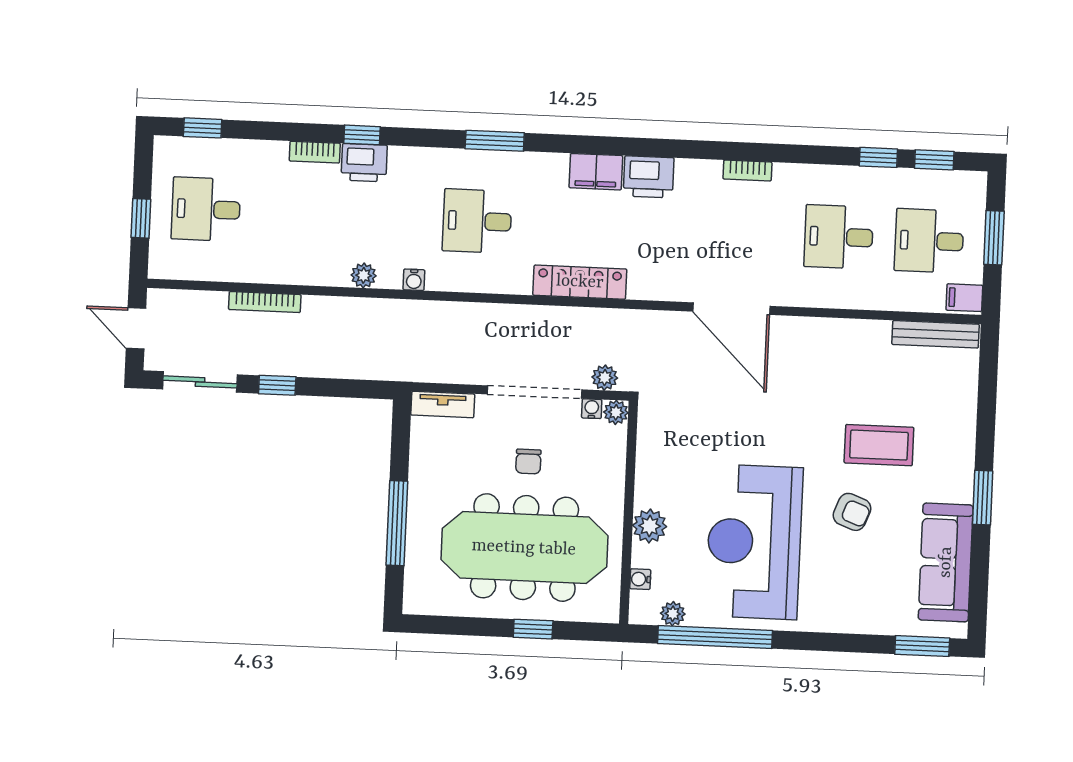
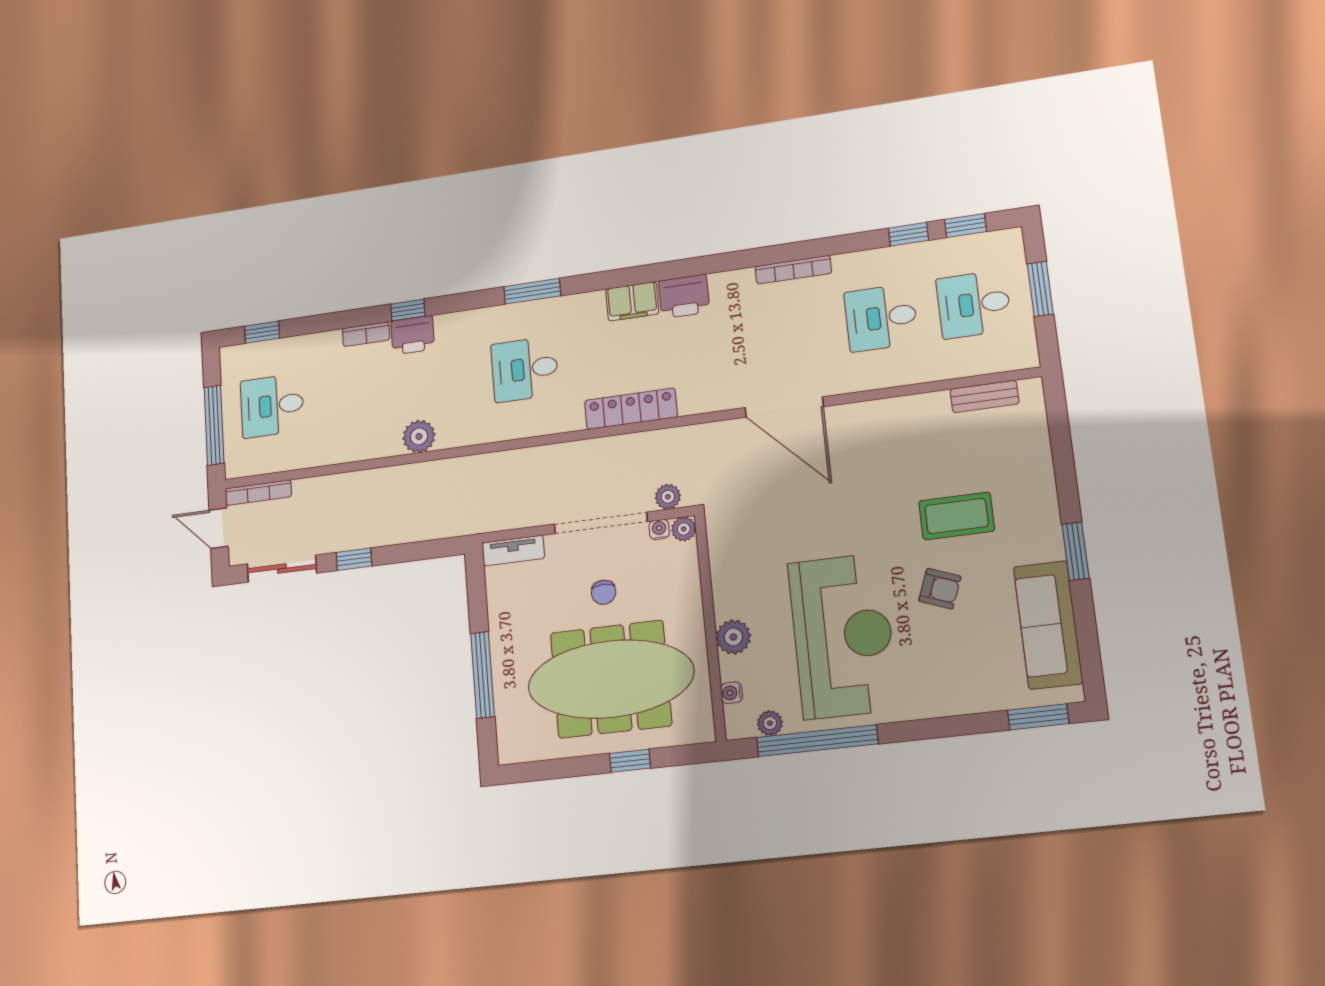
bookcase: (747, 171) -> (793, 270), width x1.56
window: (141, 218) -> (214, 425), width x2.17
plant: (364, 275) -> (419, 436), width x1.38, depth x1.38
water cooler: (414, 280) -> (472, 436), removed
filing cabinet: (964, 298) -> (1020, 353), removed
bookcase: (265, 302) -> (258, 493), moved
bench: (936, 334) -> (984, 396), width x0.73
reception desk: (754, 542) -> (843, 636), turned 180

